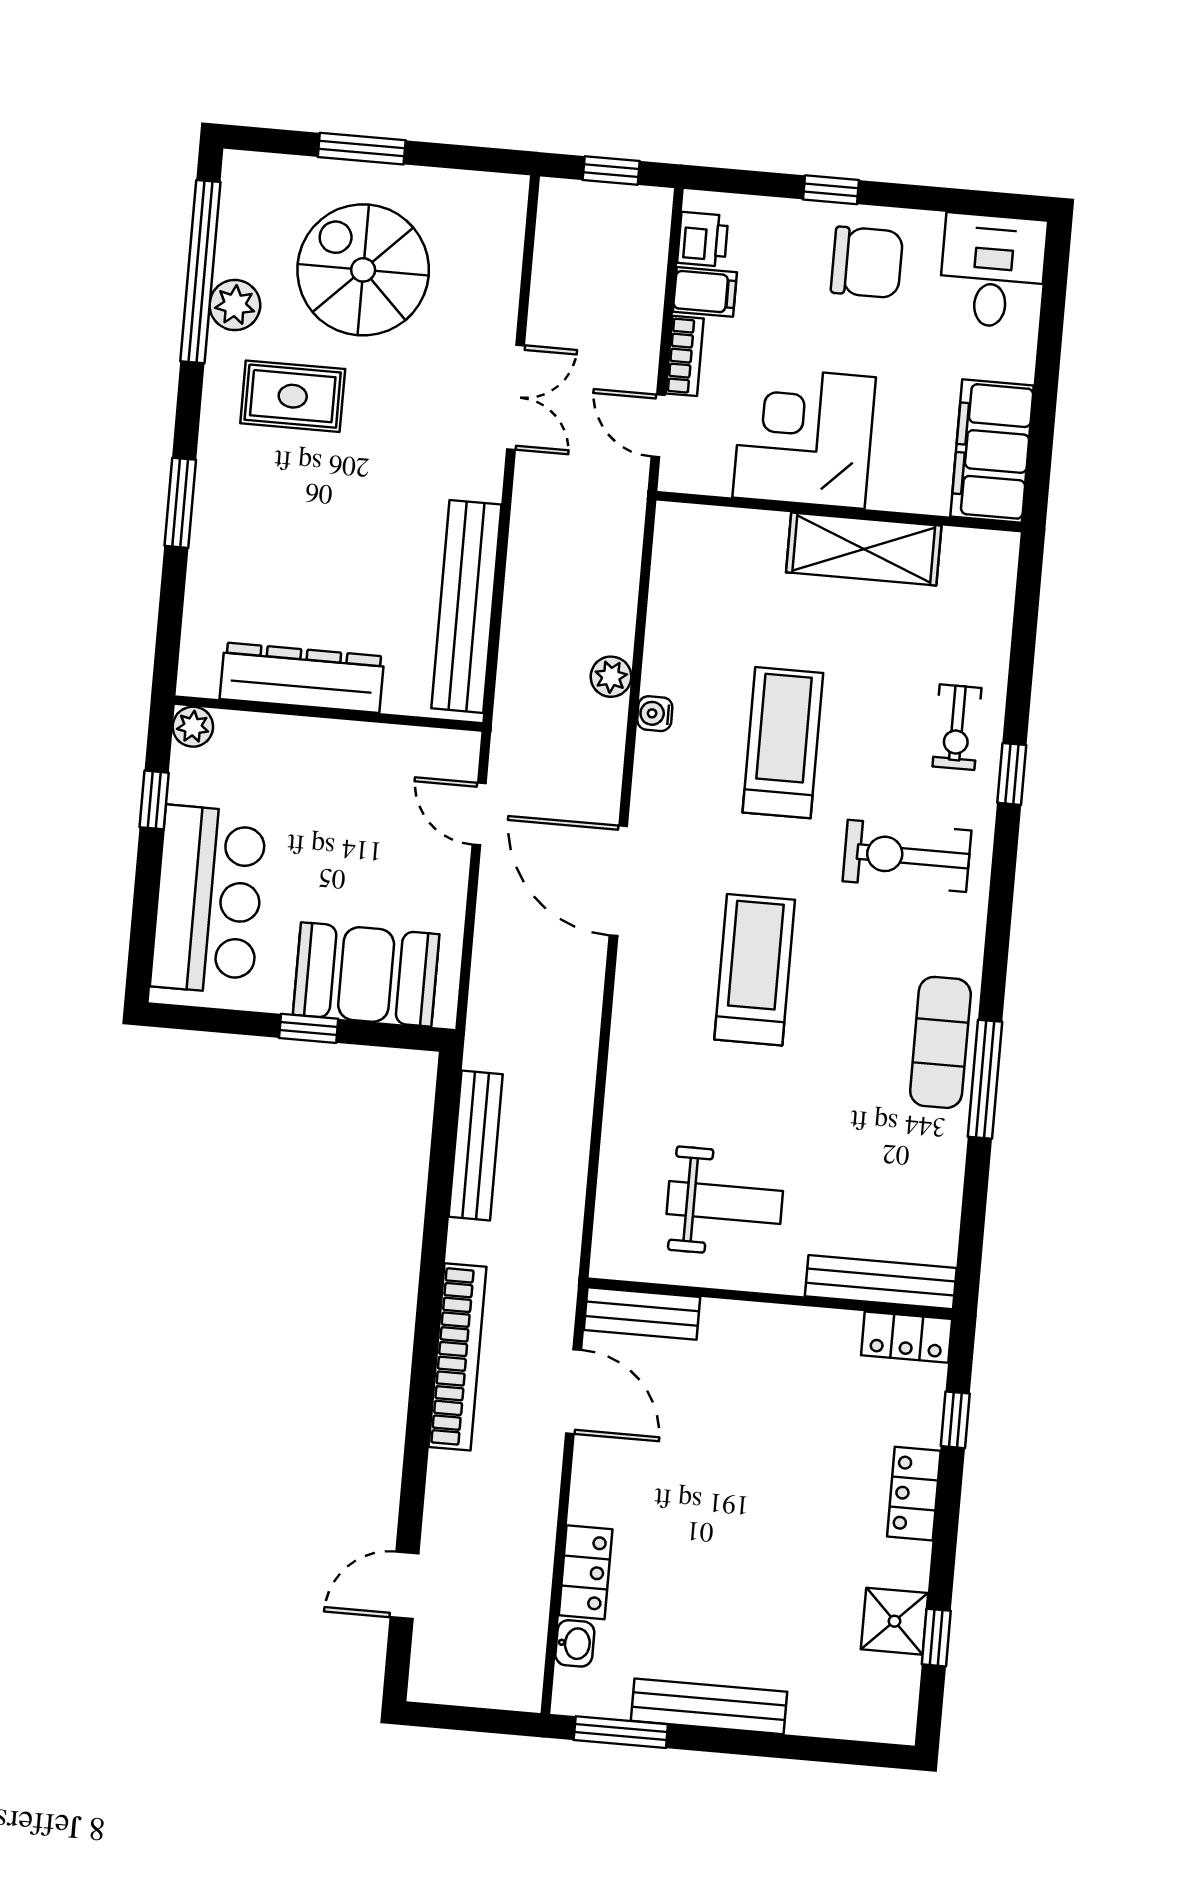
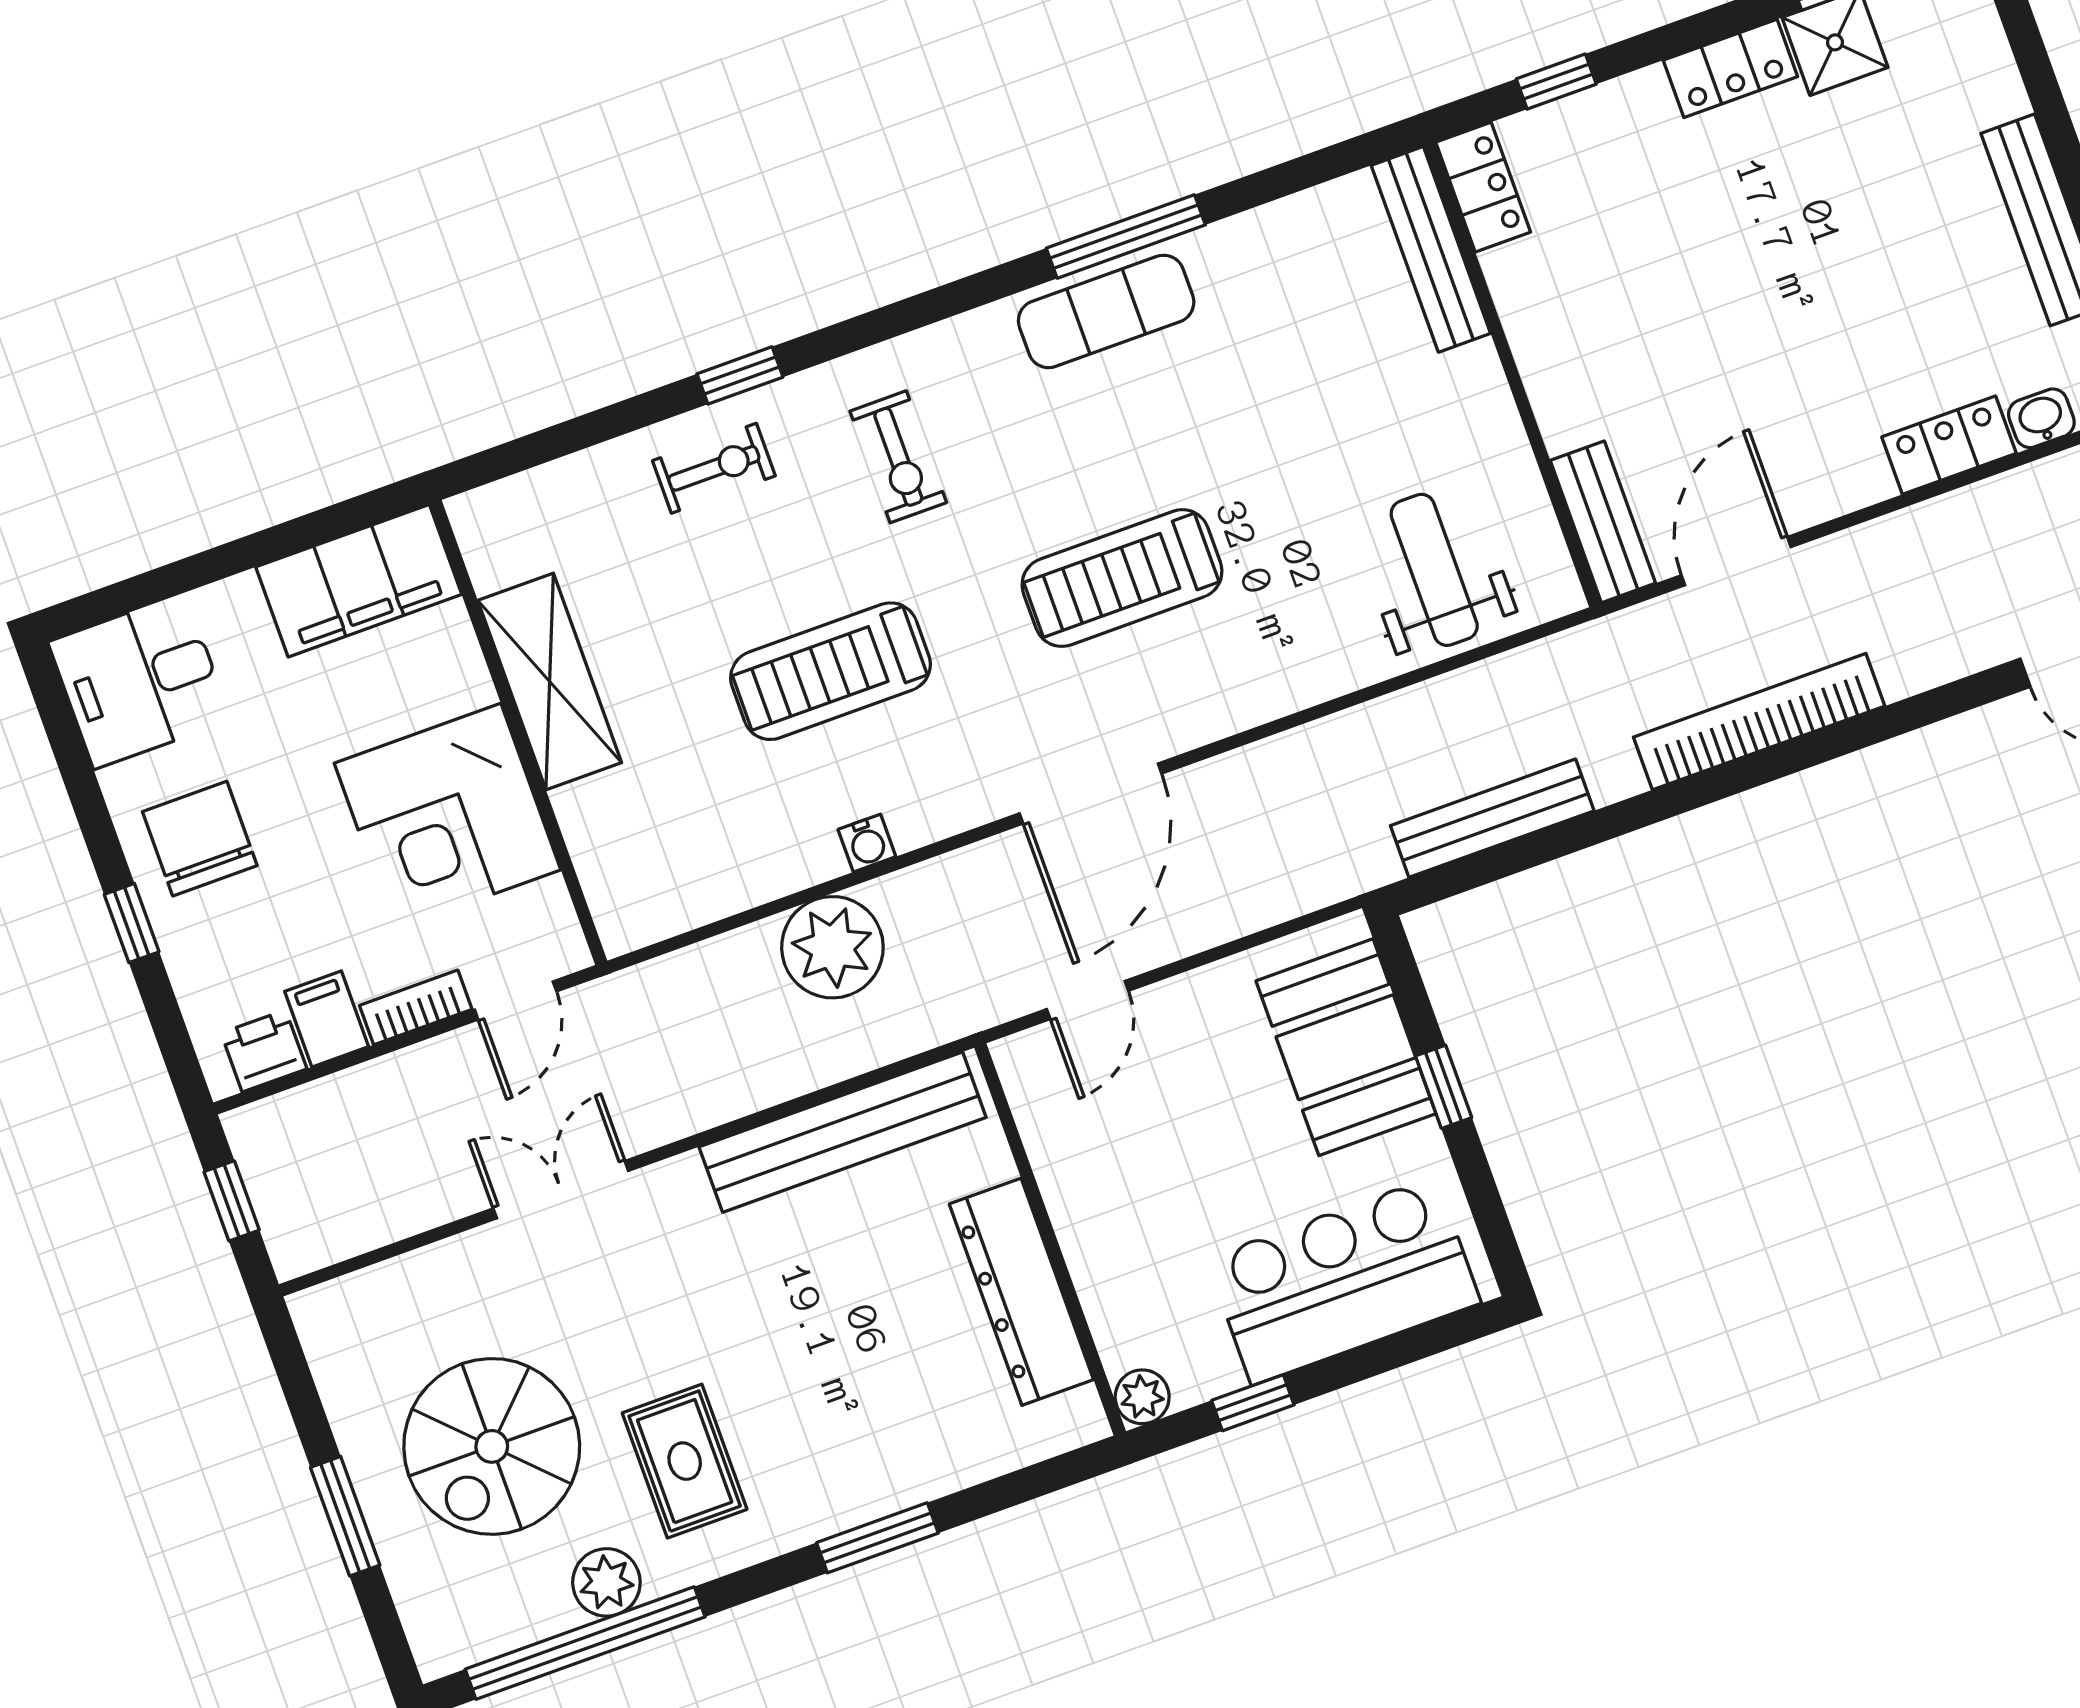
plant: (611, 677) -> (832, 947), width x1.88, depth x1.88
exercise bike: (907, 856) -> (898, 457), width x0.73, depth x0.72
weight bench: (725, 1203) -> (1434, 570), moved
locker: (914, 1494) -> (1730, 68), moved

